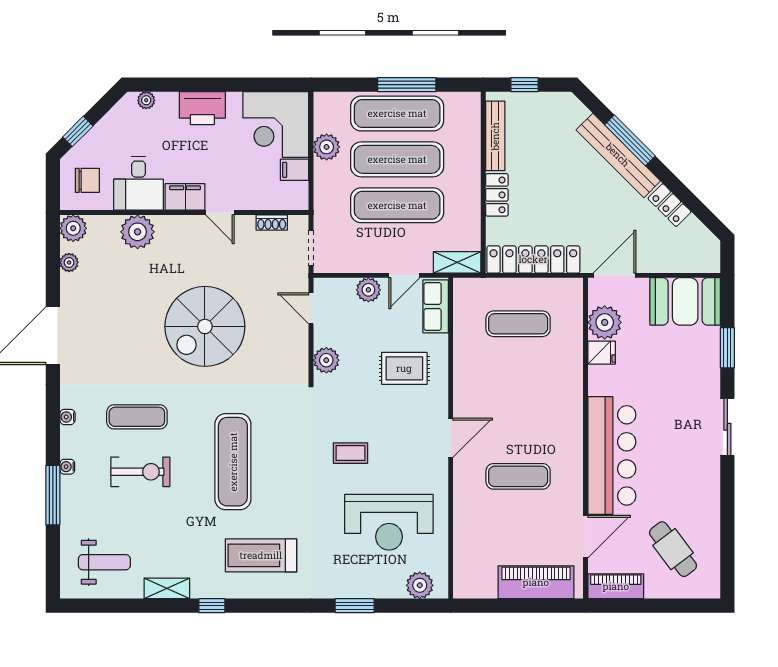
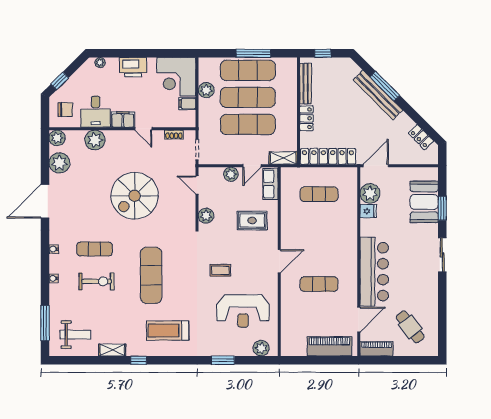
locker: (669, 205) -> (421, 137), moved
plant: (69, 262) -> (59, 163), width x1.88, depth x1.88
booth: (685, 301) -> (424, 202), moved, turned 90
window: (53, 495) -> (45, 323), moved

